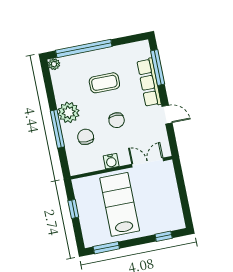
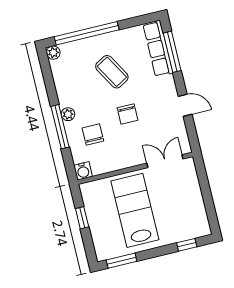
row of seats: (149, 82) -> (158, 49), moved
coffee table: (104, 83) -> (112, 72), turned 60
plant: (69, 112) -> (68, 114), width x0.53, depth x0.53
water cooler: (111, 161) -> (83, 171), moved

